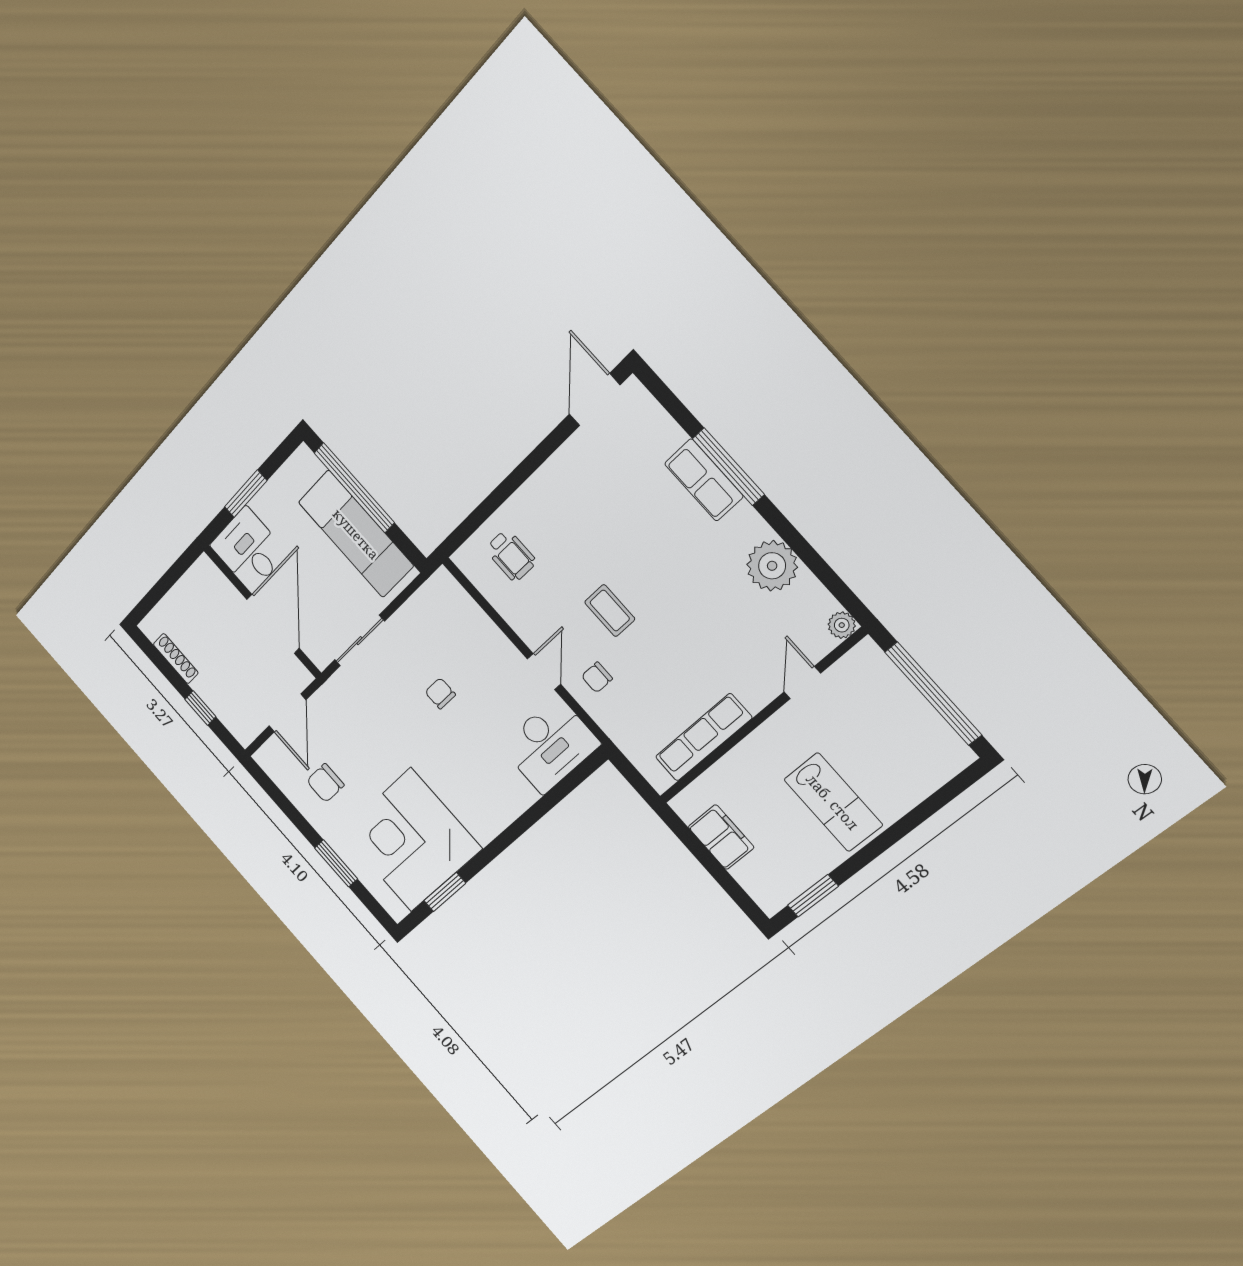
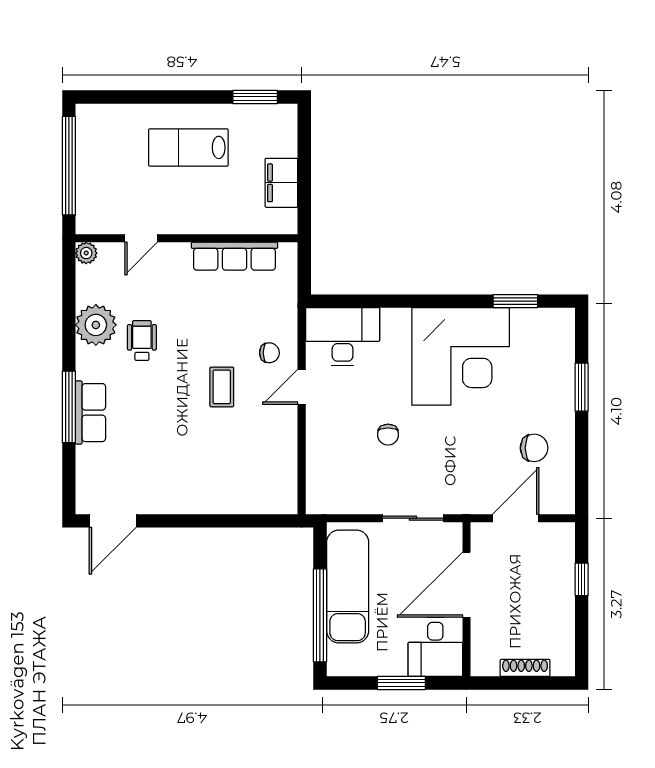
wheelchair: (511, 555) -> (142, 340), moved
shoe rack: (176, 659) -> (525, 668), moved, turned 90
lab bench: (833, 802) -> (188, 147), turned -90
corner desk: (411, 840) -> (461, 356), moved

